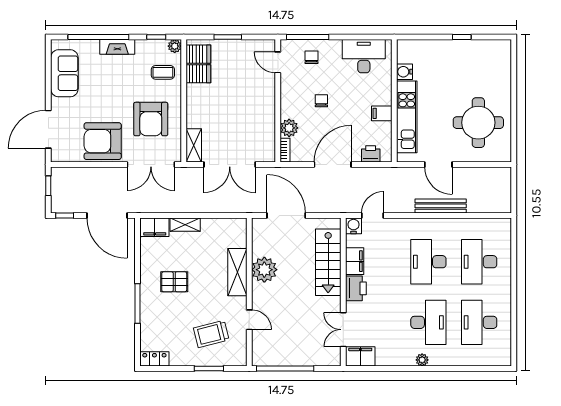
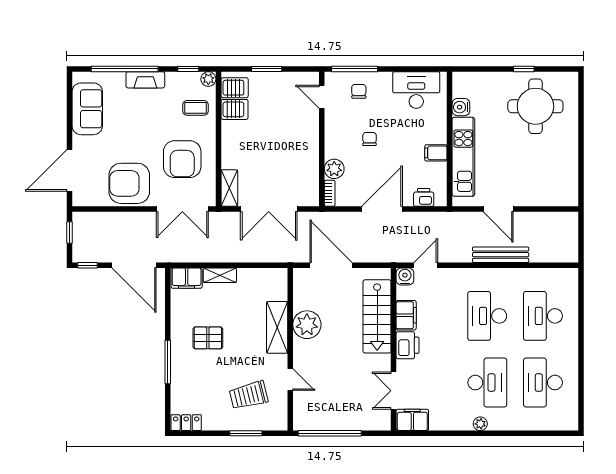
round table: (478, 123) -> (535, 106), moved

